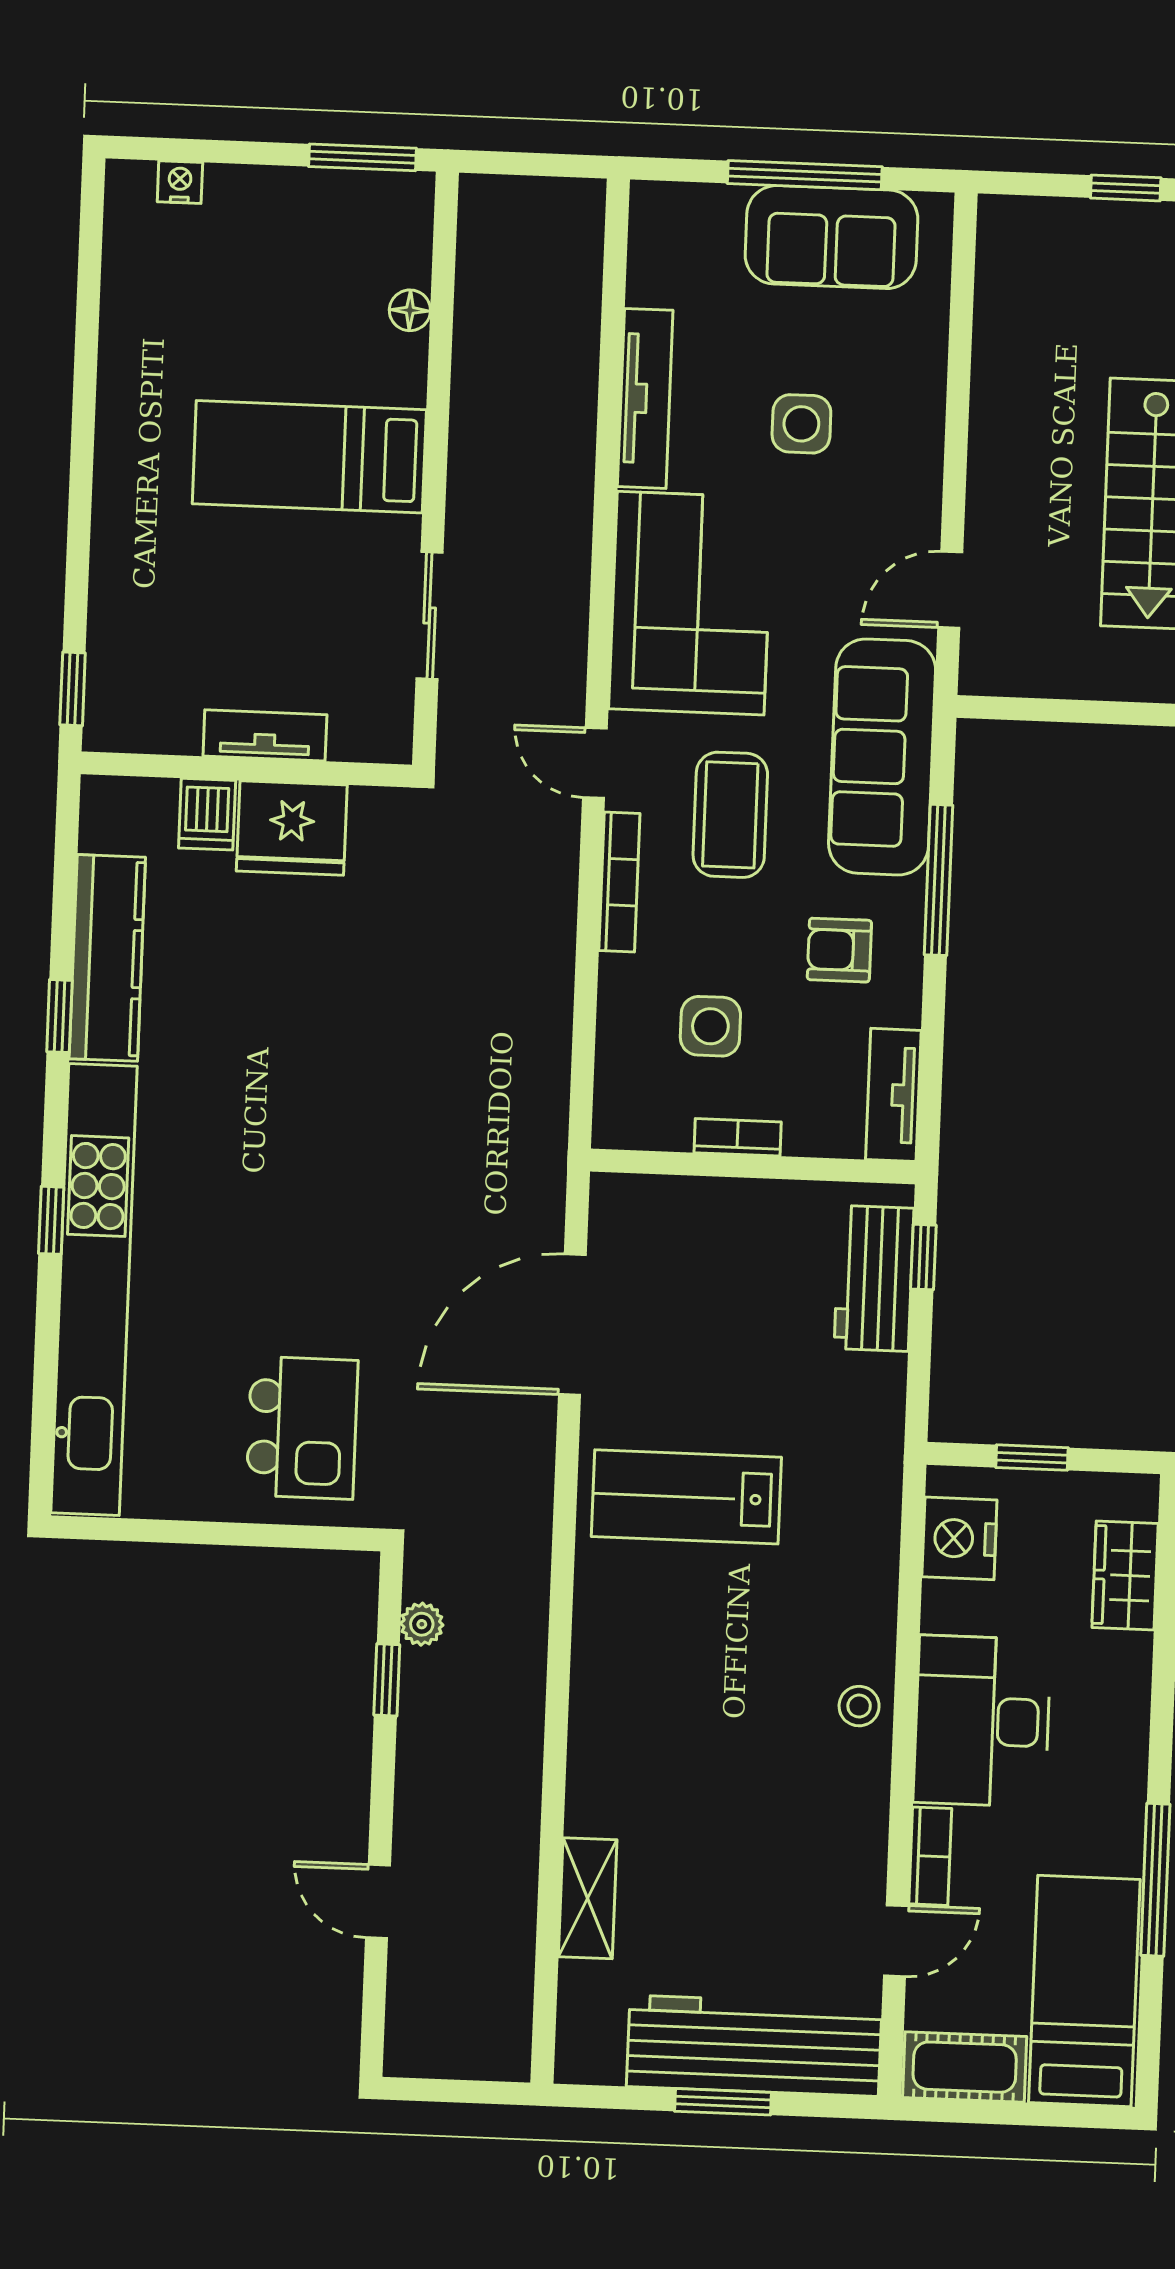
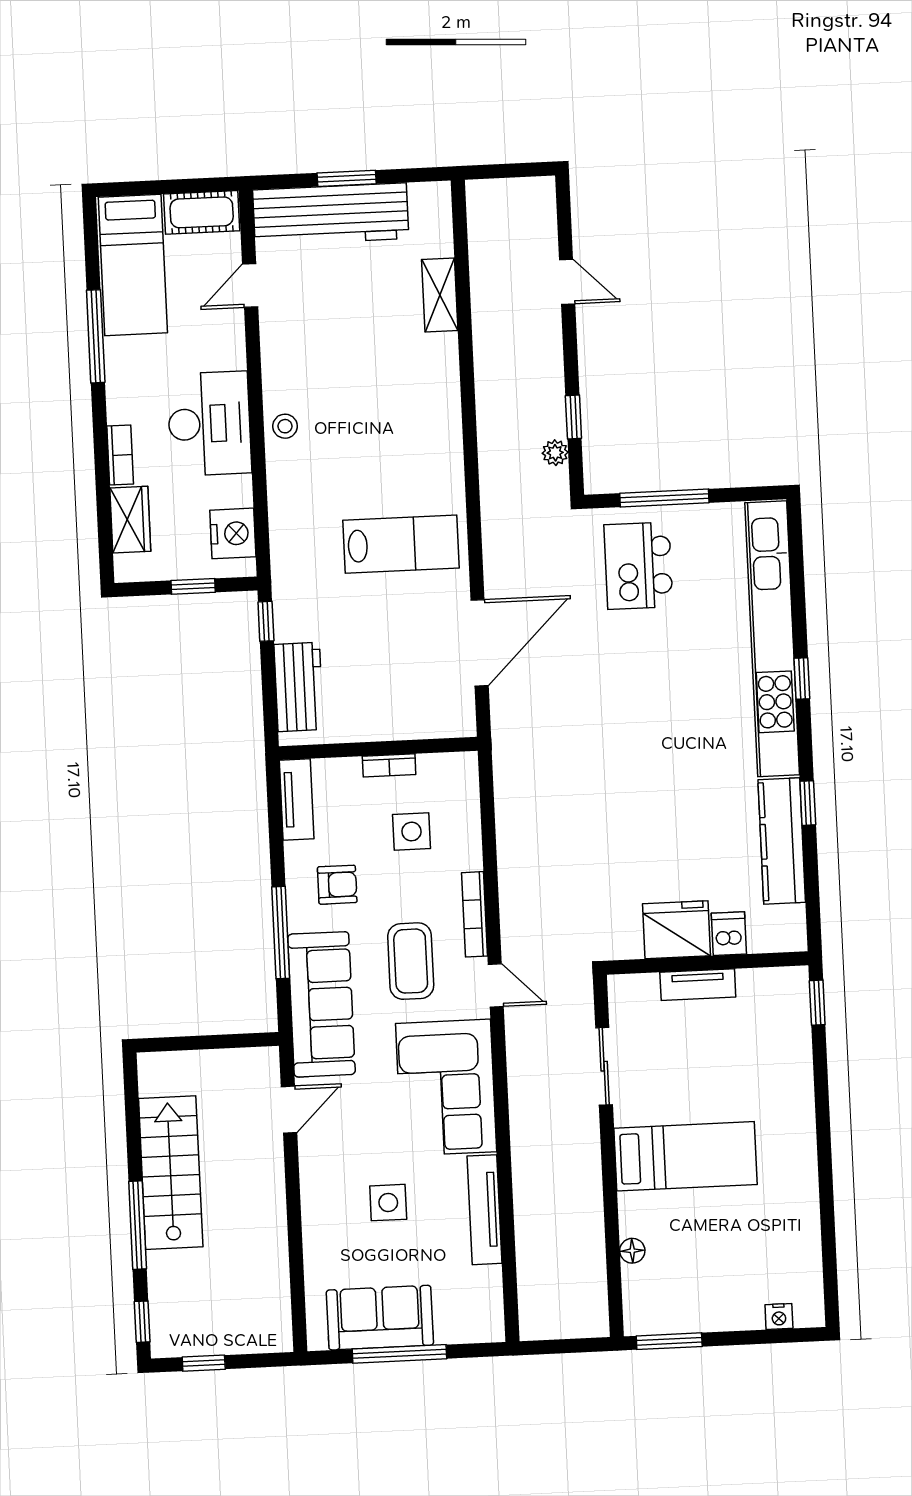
window: (923, 1257) -> (266, 621), moved
window: (250, 1535) -> (664, 498), added
bookcase: (930, 1856) -> (120, 455), moved, turned 180

